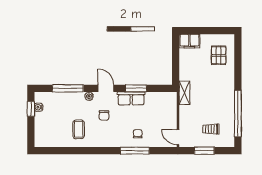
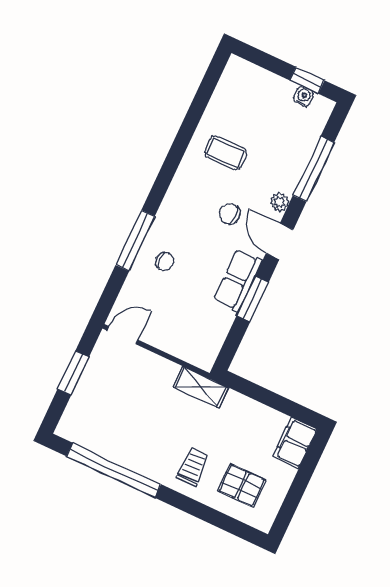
door: (106, 88) -> (280, 241), swing flipped
trolley: (211, 129) -> (193, 467), moved

